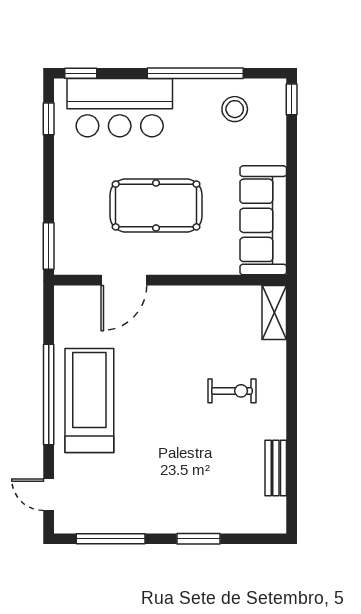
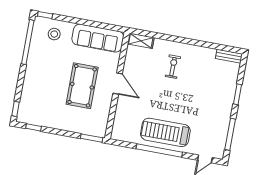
window: (195, 73) -> (28, 42), moved
bar counter: (120, 108) -> (34, 94), removed
stool: (235, 109) -> (54, 34), moved
door: (124, 280) -> (118, 84), moved
bench: (276, 468) -> (229, 56), moved

